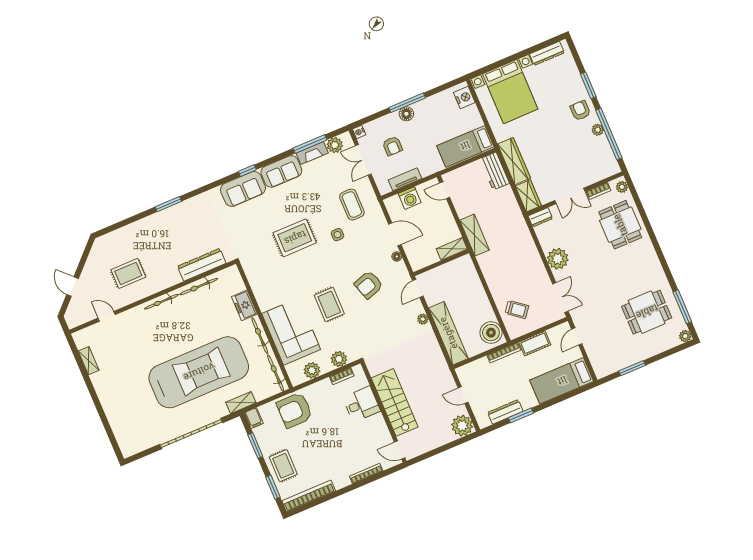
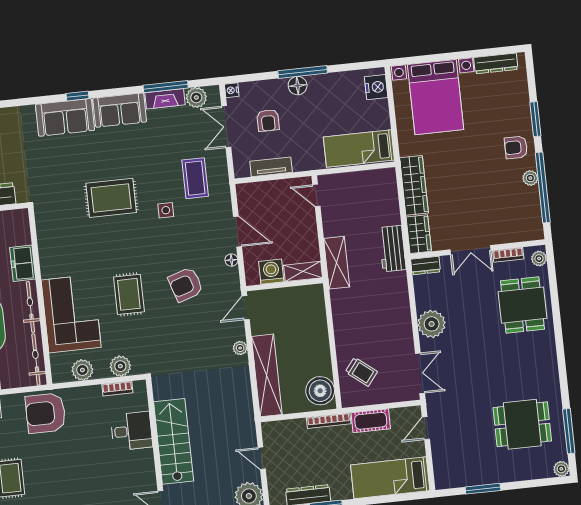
armchair: (580, 111) -> (516, 147), turned -90
workbench: (495, 171) -> (392, 249), moved
washing machine: (410, 198) -> (271, 272), moved, turned 180

